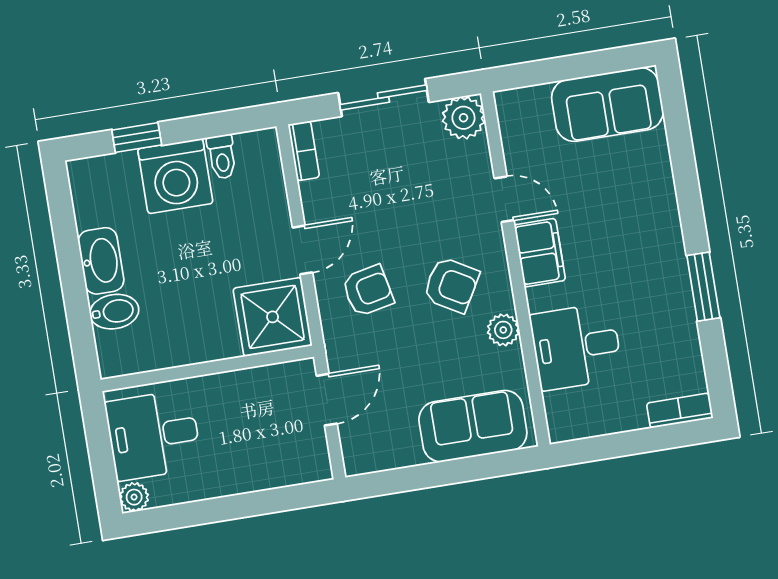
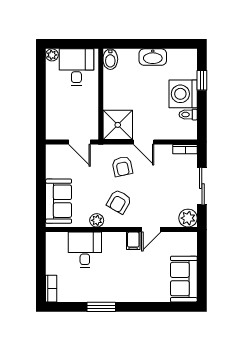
filing cabinet: (540, 253) -> (133, 241), width x0.50
bidet: (114, 312) -> (110, 59), moved

